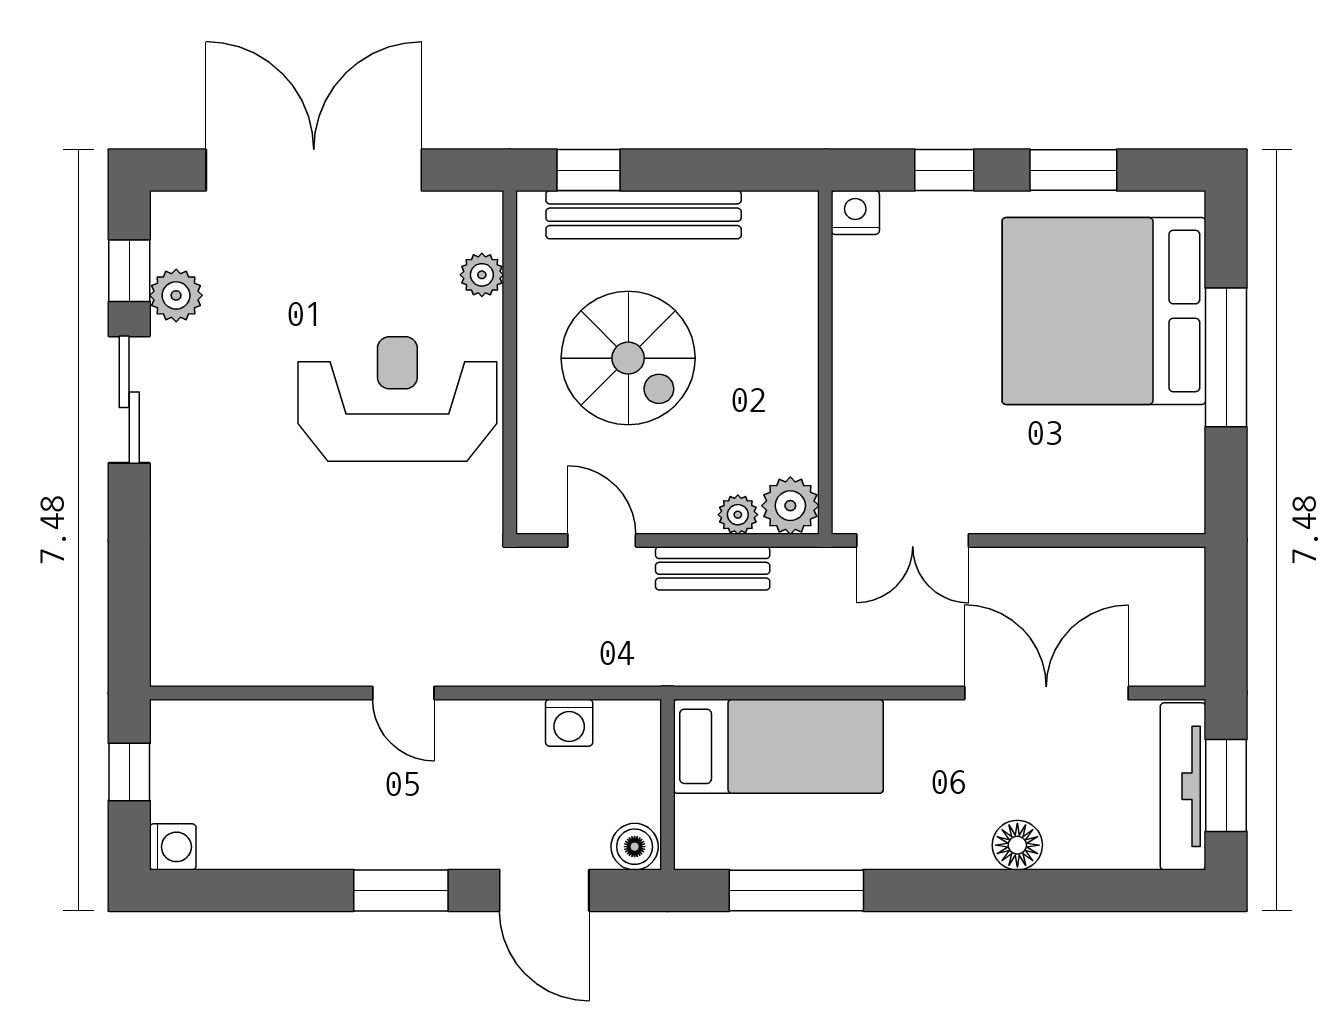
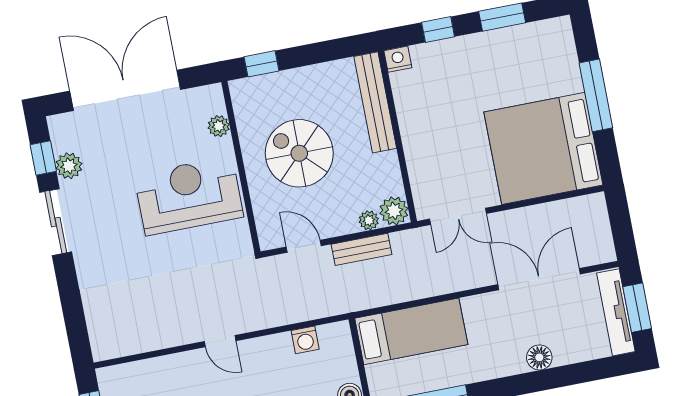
bench: (644, 215) -> (375, 102), moved, turned 90
bed: (1104, 311) -> (543, 148), moved
spiral stairs: (628, 358) -> (299, 153), turned 180

